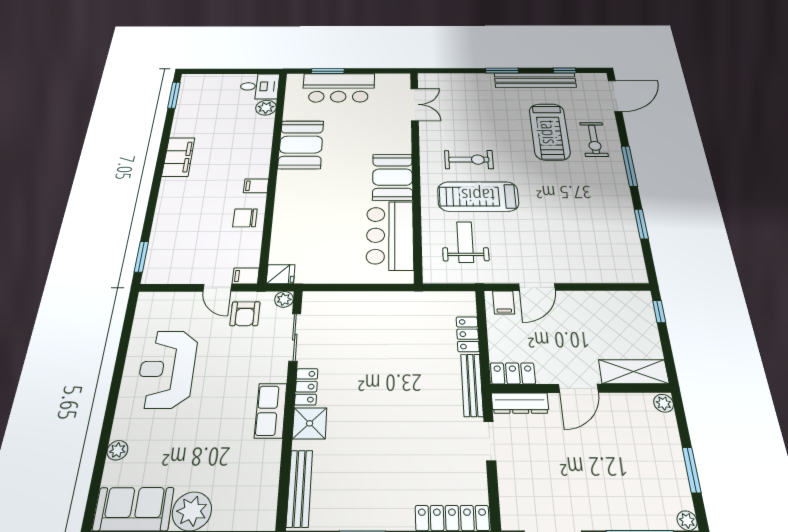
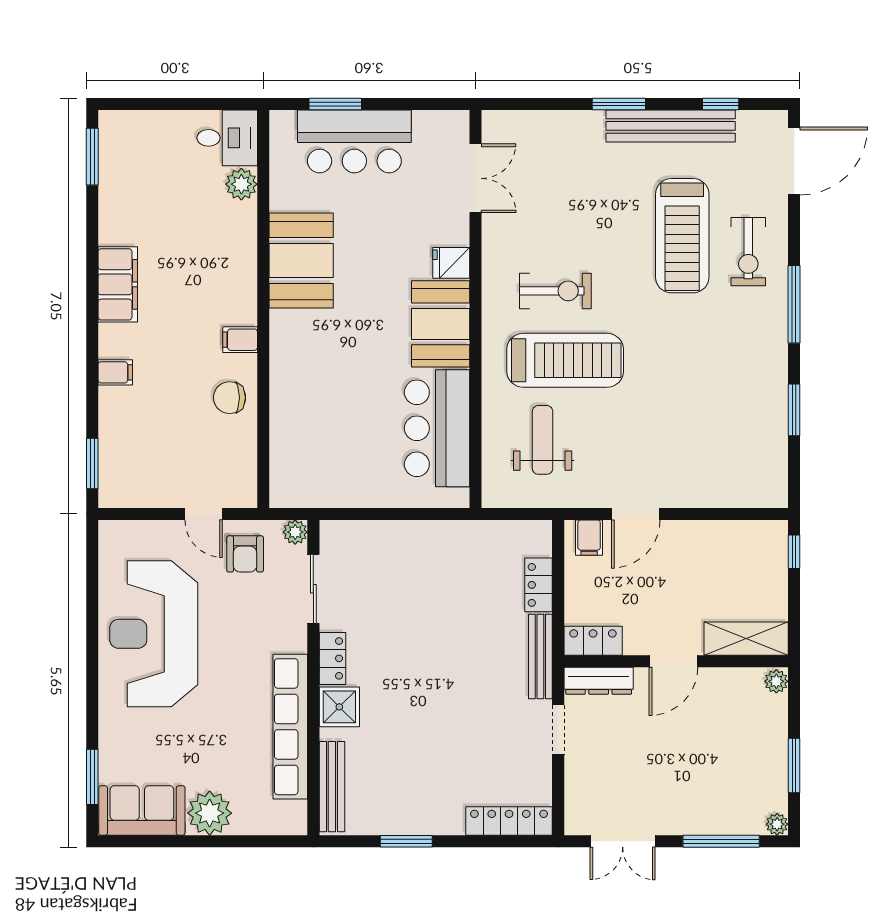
treadmill: (478, 196) -> (565, 360), turned 180
fridge: (281, 274) -> (451, 263), moved, turned 180
filing cabinet: (246, 276) -> (115, 372), moved, turned 180
reception desk: (167, 369) -> (154, 634), width x1.36, depth x1.30
row of seats: (271, 410) -> (290, 727), width x2.02
plant: (117, 450) -> (110, 741), removed
window: (96, 480) -> (92, 777), added

